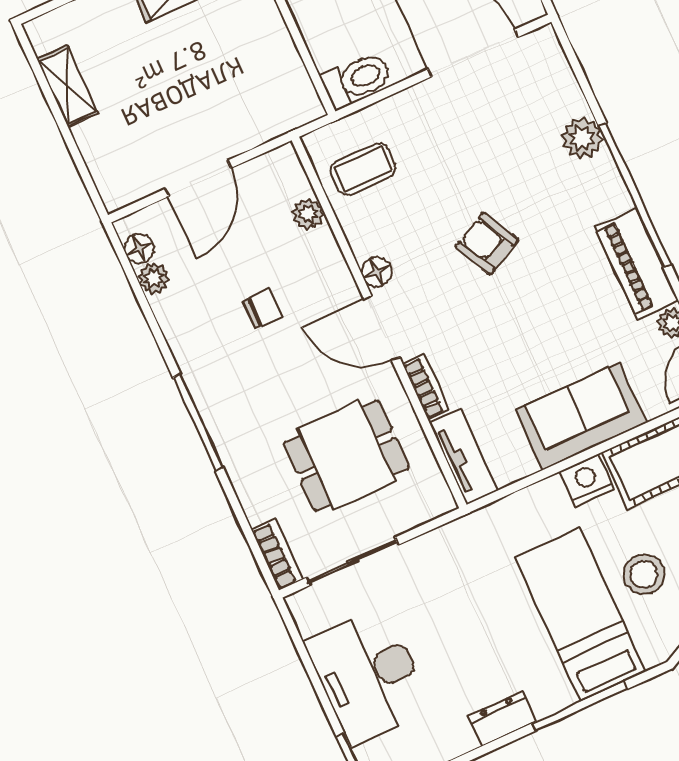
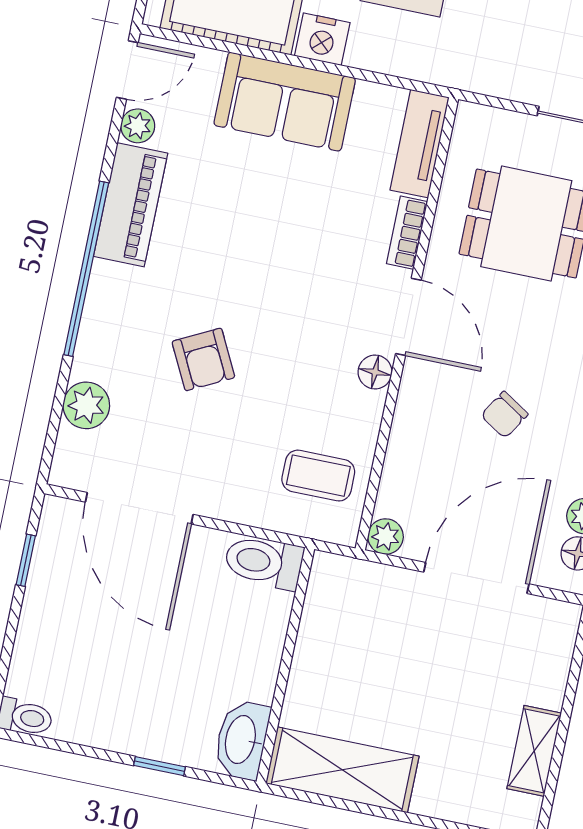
plant: (582, 138) -> (86, 405), moved
door: (198, 178) -> (476, 578), width x1.36
plant: (308, 214) -> (386, 536), moved
armchair: (487, 244) -> (203, 359), moved
chair: (263, 309) -> (504, 415), turned -58

